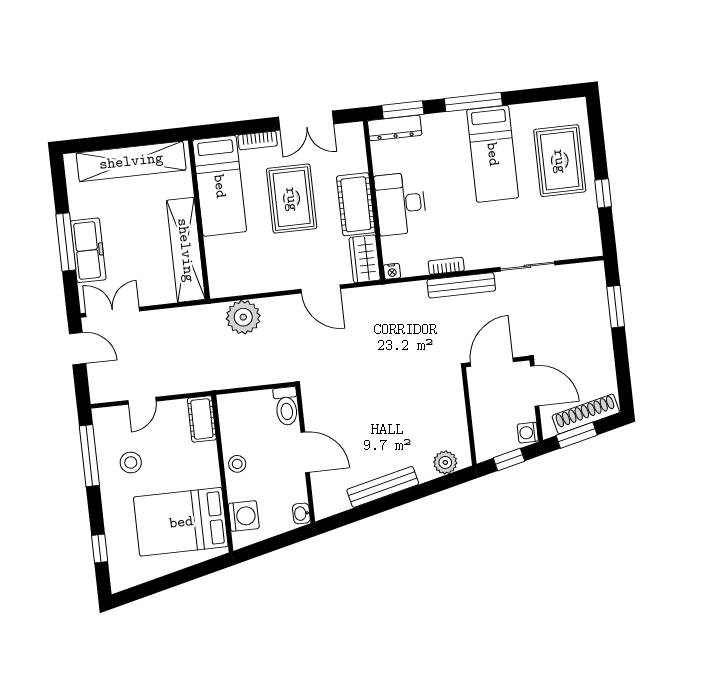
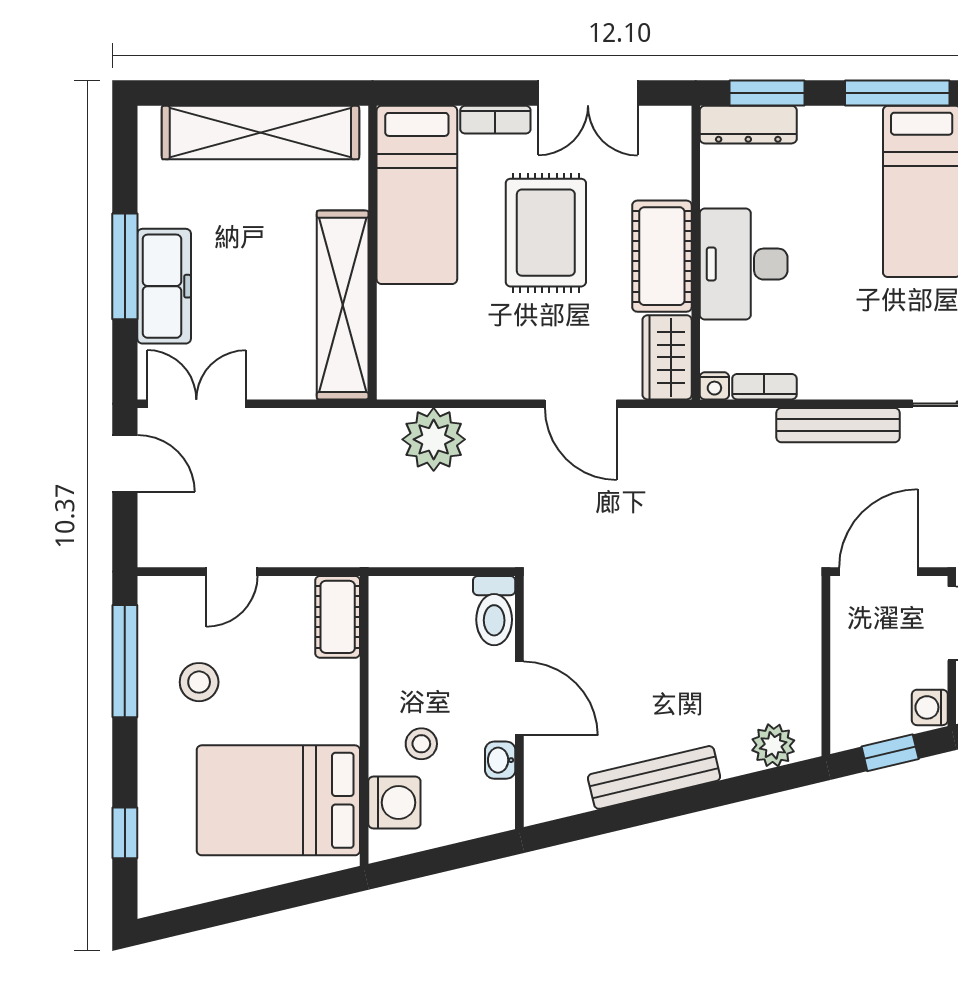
bookcase: (446, 266) -> (764, 387), moved
stool: (237, 464) -> (421, 744), moved
washbasin: (301, 513) -> (500, 760), moved

